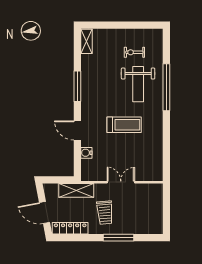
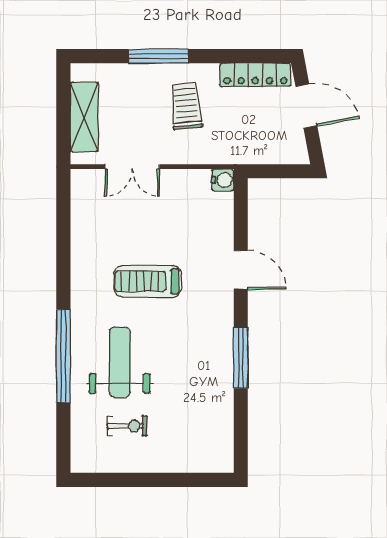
shelving: (86, 41) -> (223, 447), removed
water cooler: (86, 153) -> (223, 180), moved
double door: (121, 182) -> (132, 167), moved
shelving: (76, 190) -> (84, 117), moved, turned 90

